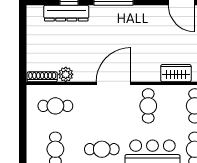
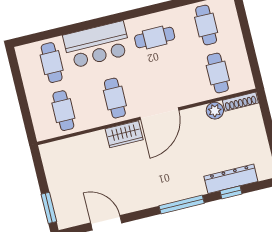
wardrobe: (176, 73) -> (124, 134), moved
cafe table: (55, 106) -> (218, 73), turned 90

